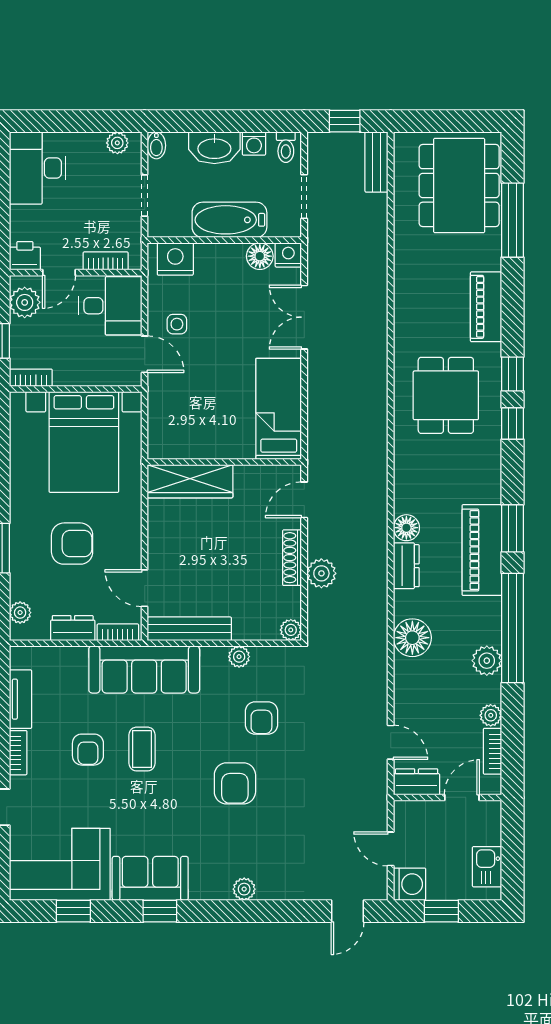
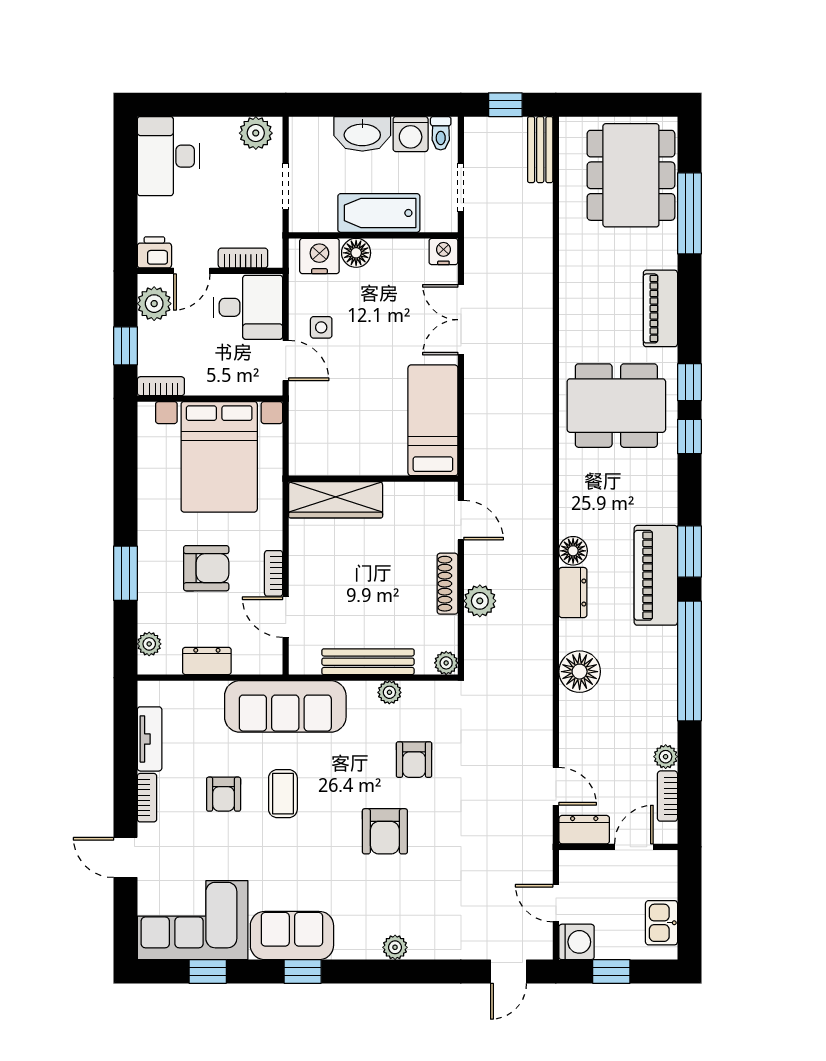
plant: (117, 143) -> (256, 133), width x1.38, depth x1.38
washing machine: (254, 144) -> (411, 134), width x1.38, depth x1.38
bidet: (156, 145) -> (299, 131), removed
floor lamp: (260, 256) -> (356, 253), moved
dining table: (446, 395) -> (616, 406), width x1.37
door: (304, 500) -> (461, 520), swing flipped
bench: (189, 629) -> (368, 662), moved
bookcase: (118, 632) -> (274, 573), moved, turned -90
plant: (487, 661) -> (661, 697), removed

